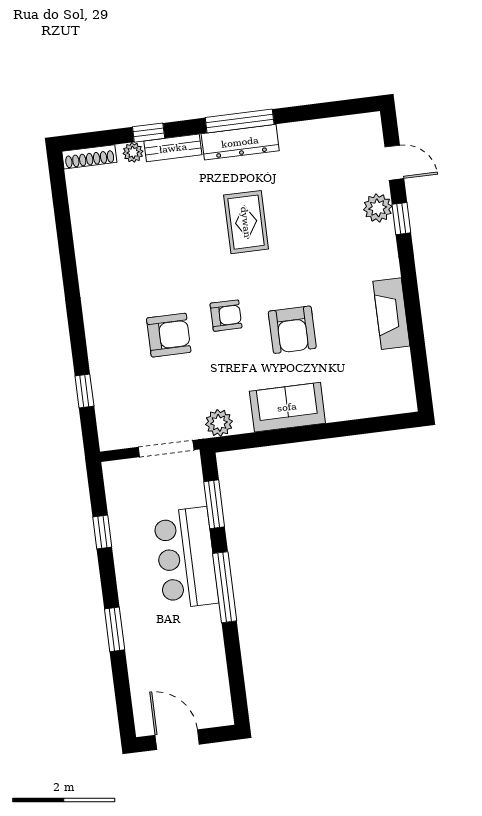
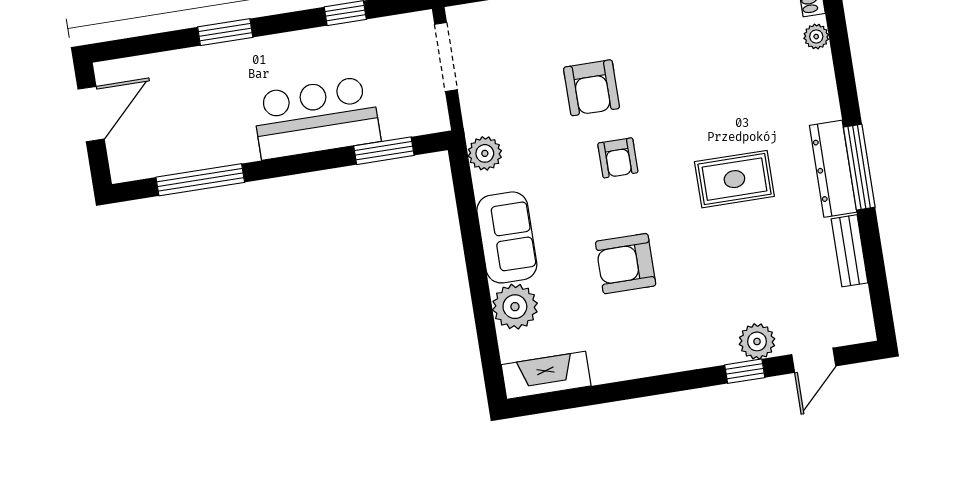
window: (149, 133) -> (841, 55), removed
bench: (173, 148) -> (850, 251), moved
fireplace: (391, 314) -> (546, 375), moved
armchair: (292, 330) -> (626, 264), moved
plant: (343, 402) -> (515, 307), added
doorway: (166, 449) -> (446, 57), moved
window: (225, 587) -> (200, 180), moved

